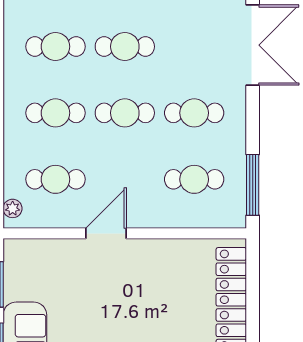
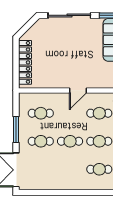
cafe table: (125, 47) -> (70, 169), removed
window: (253, 185) -> (16, 130), moved

